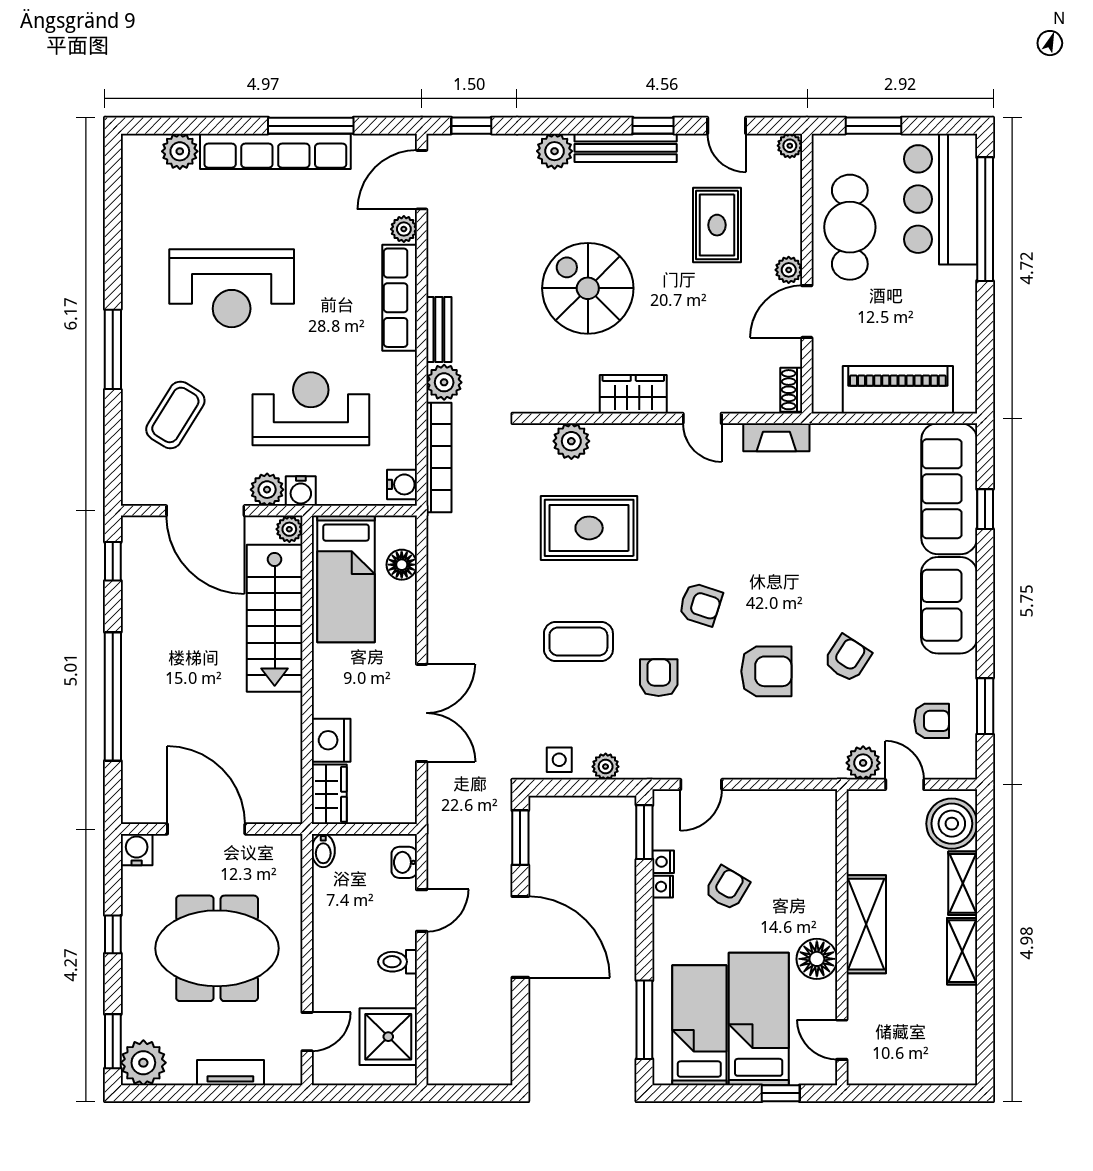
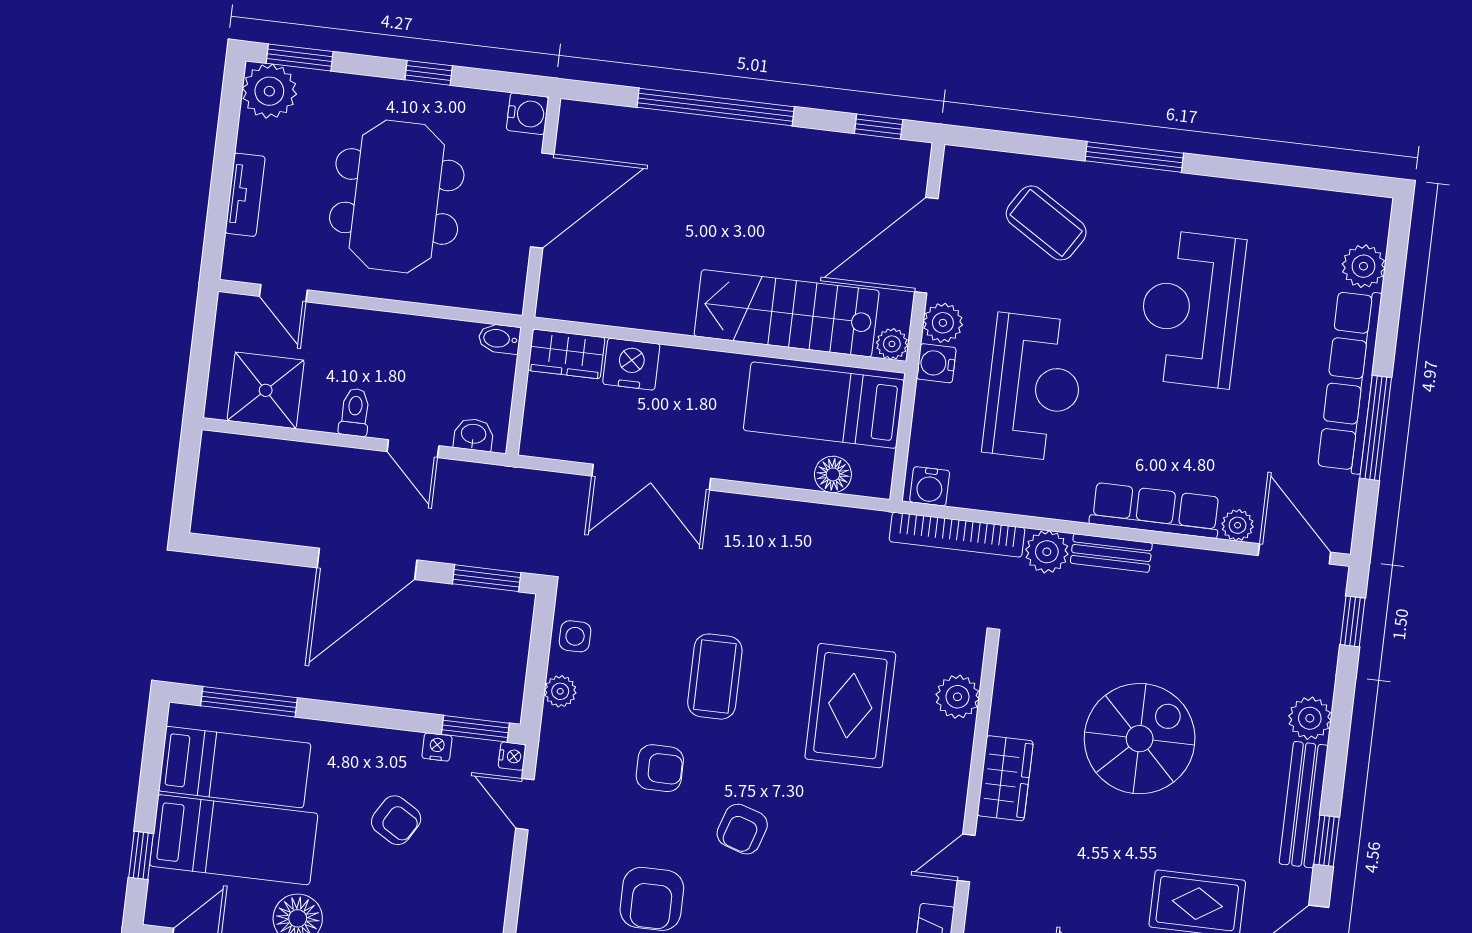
nightstand: (663, 887) -> (512, 756), moved, turned 90

